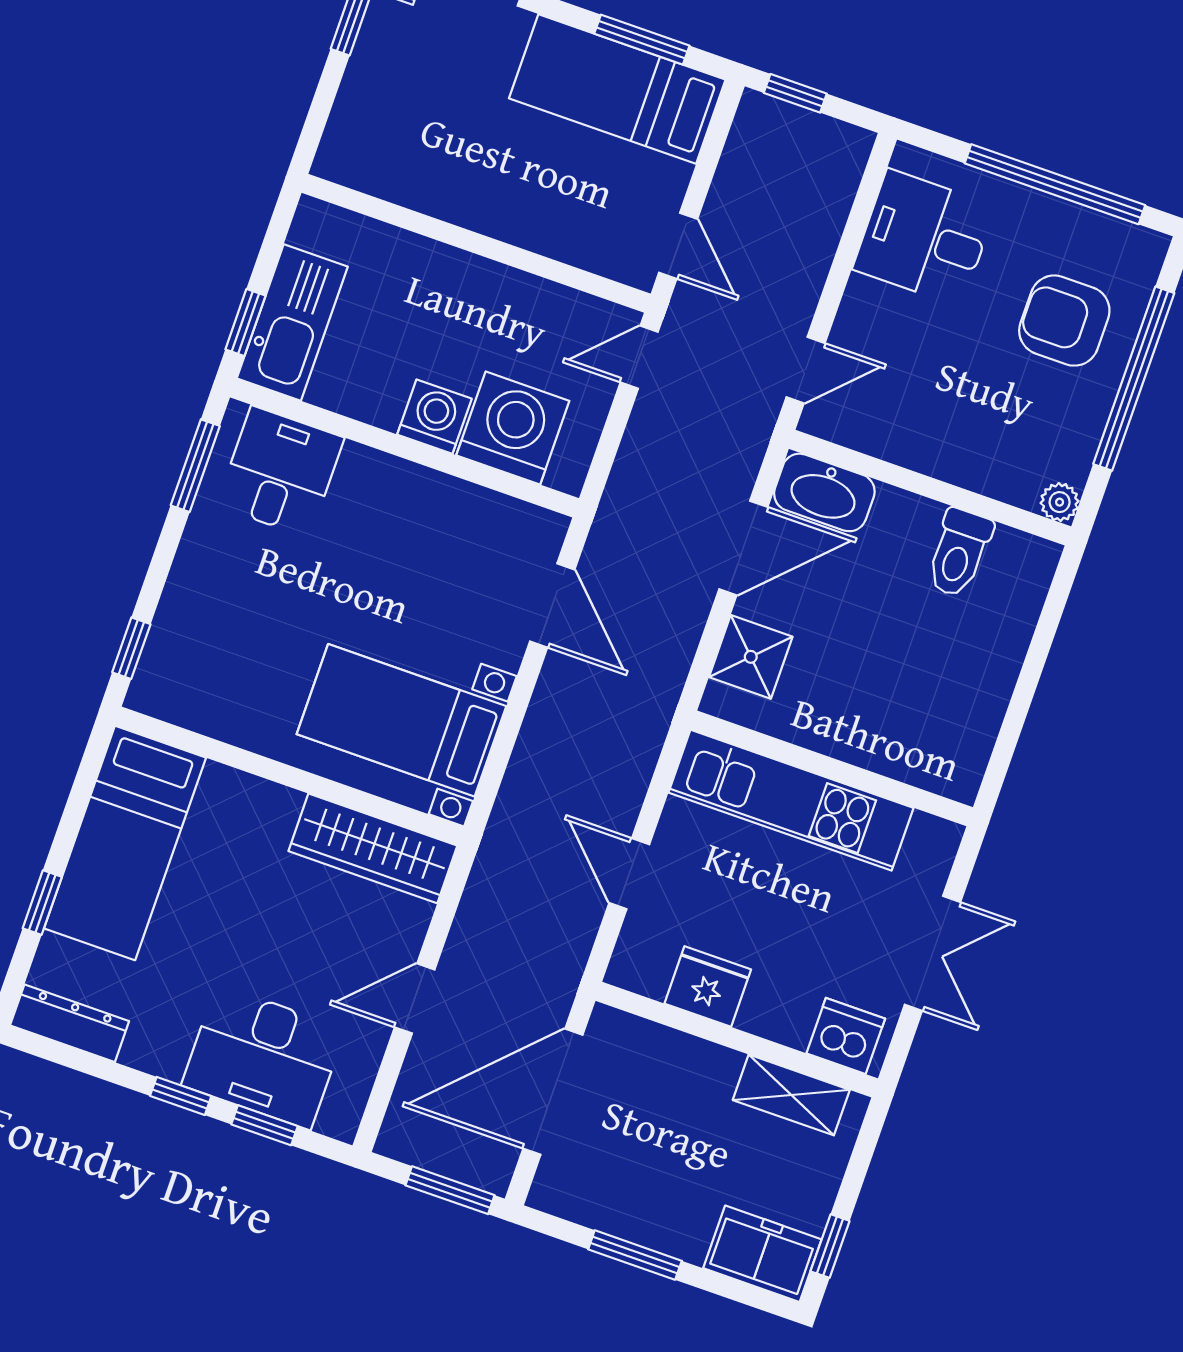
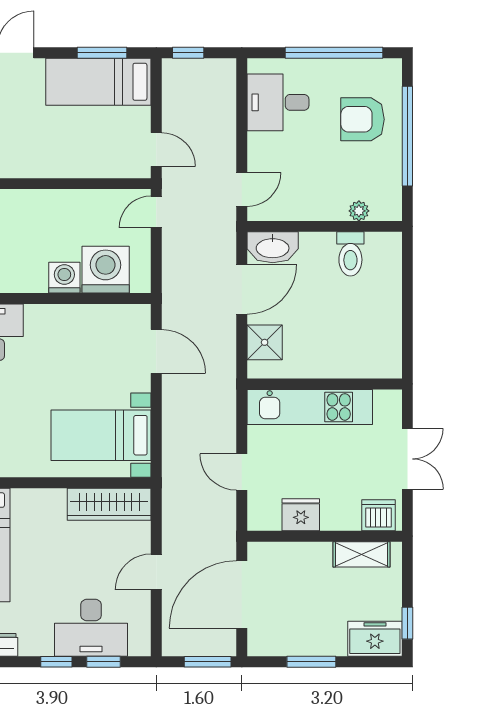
plant: (1060, 502) -> (359, 211), moved

